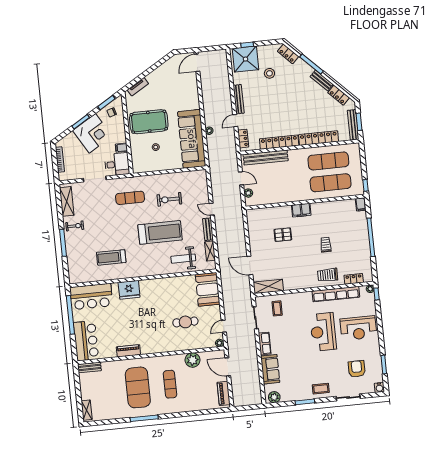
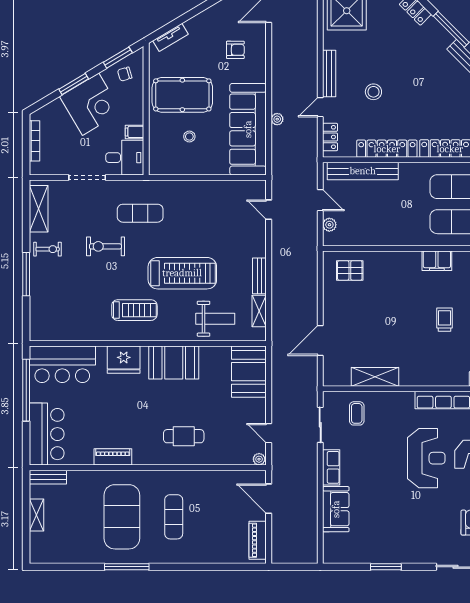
stool: (269, 73) -> (373, 92), moved
armchair: (179, 90) -> (235, 50), added
exercise bike: (169, 199) -> (105, 246), moved
door: (212, 209) -> (269, 210), moved
filing cabinet: (301, 210) -> (437, 261), moved
pallet: (283, 235) -> (350, 270), moved
treadmill: (111, 257) -> (134, 310), moved, turned 180
weight bench: (183, 259) -> (215, 319), turned 180
door: (250, 266) -> (320, 341), hinge flipped
trolley: (328, 275) -> (443, 368), removed
shelving: (268, 286) -> (375, 377), moved
booth: (160, 288) -> (174, 363), added
cafe table: (185, 322) -> (184, 436), moved
door: (224, 326) -> (269, 433), hinge flipped
reception desk: (323, 332) -> (426, 458), turned 180
plant: (193, 360) -> (213, 482), removed
coffee table: (321, 389) -> (413, 548), removed
plant: (274, 397) -> (338, 554), removed
shelving: (87, 410) -> (37, 515), moved

